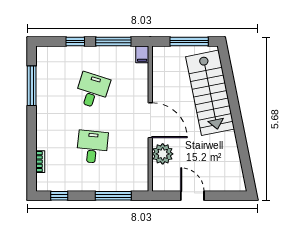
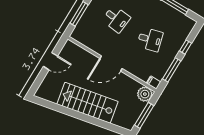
desk: (92, 90) -> (150, 39), turned -33
stairs: (210, 93) -> (88, 103), moved
plant: (163, 154) -> (145, 94), moved

